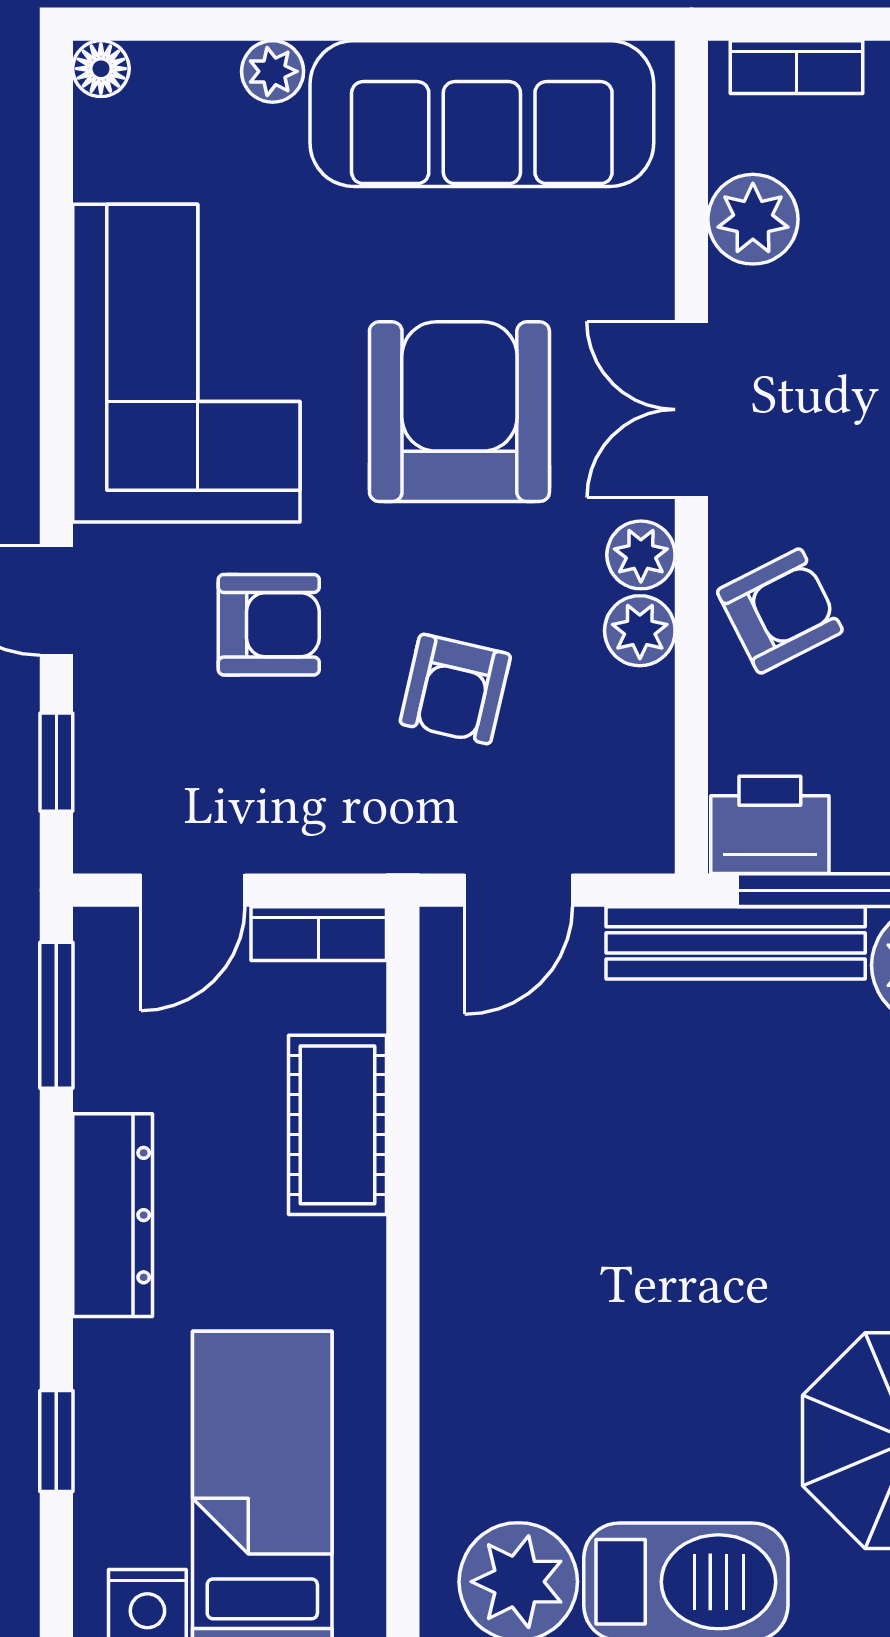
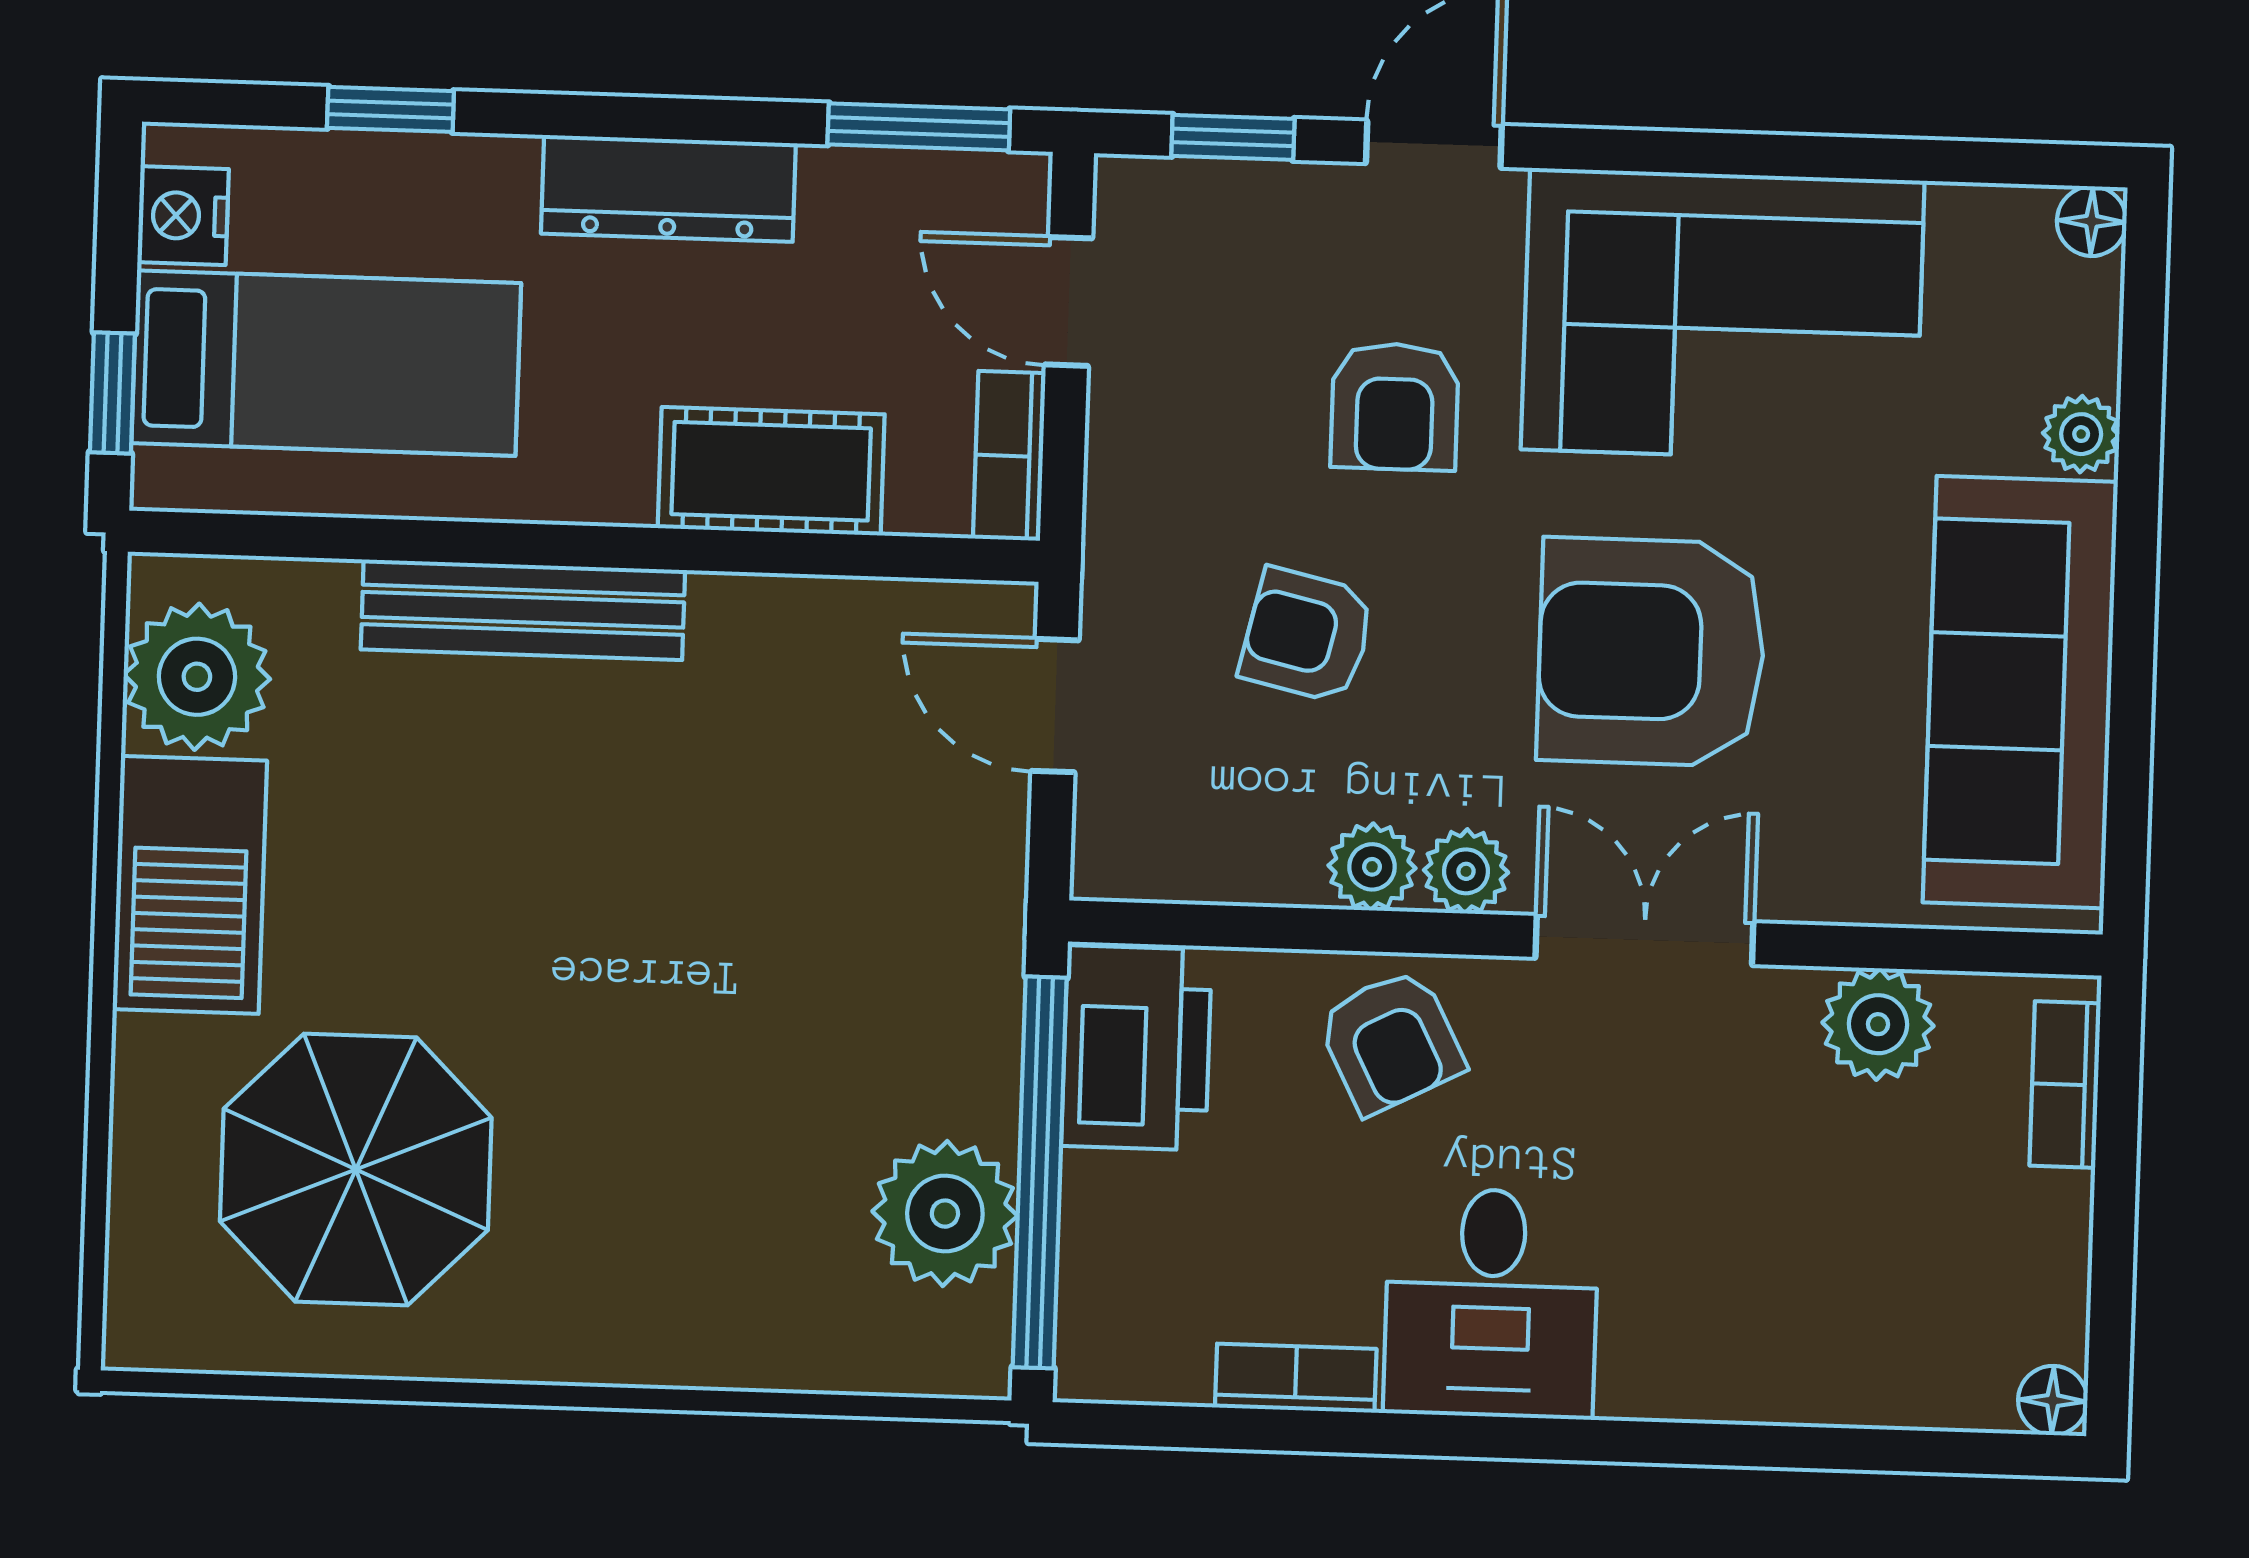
armchair: (459, 412) -> (1651, 652), turned 180
printer: (770, 825) -> (1136, 1048), width x1.37, depth x1.19
bench: (736, 943) -> (523, 610), moved, turned 90

